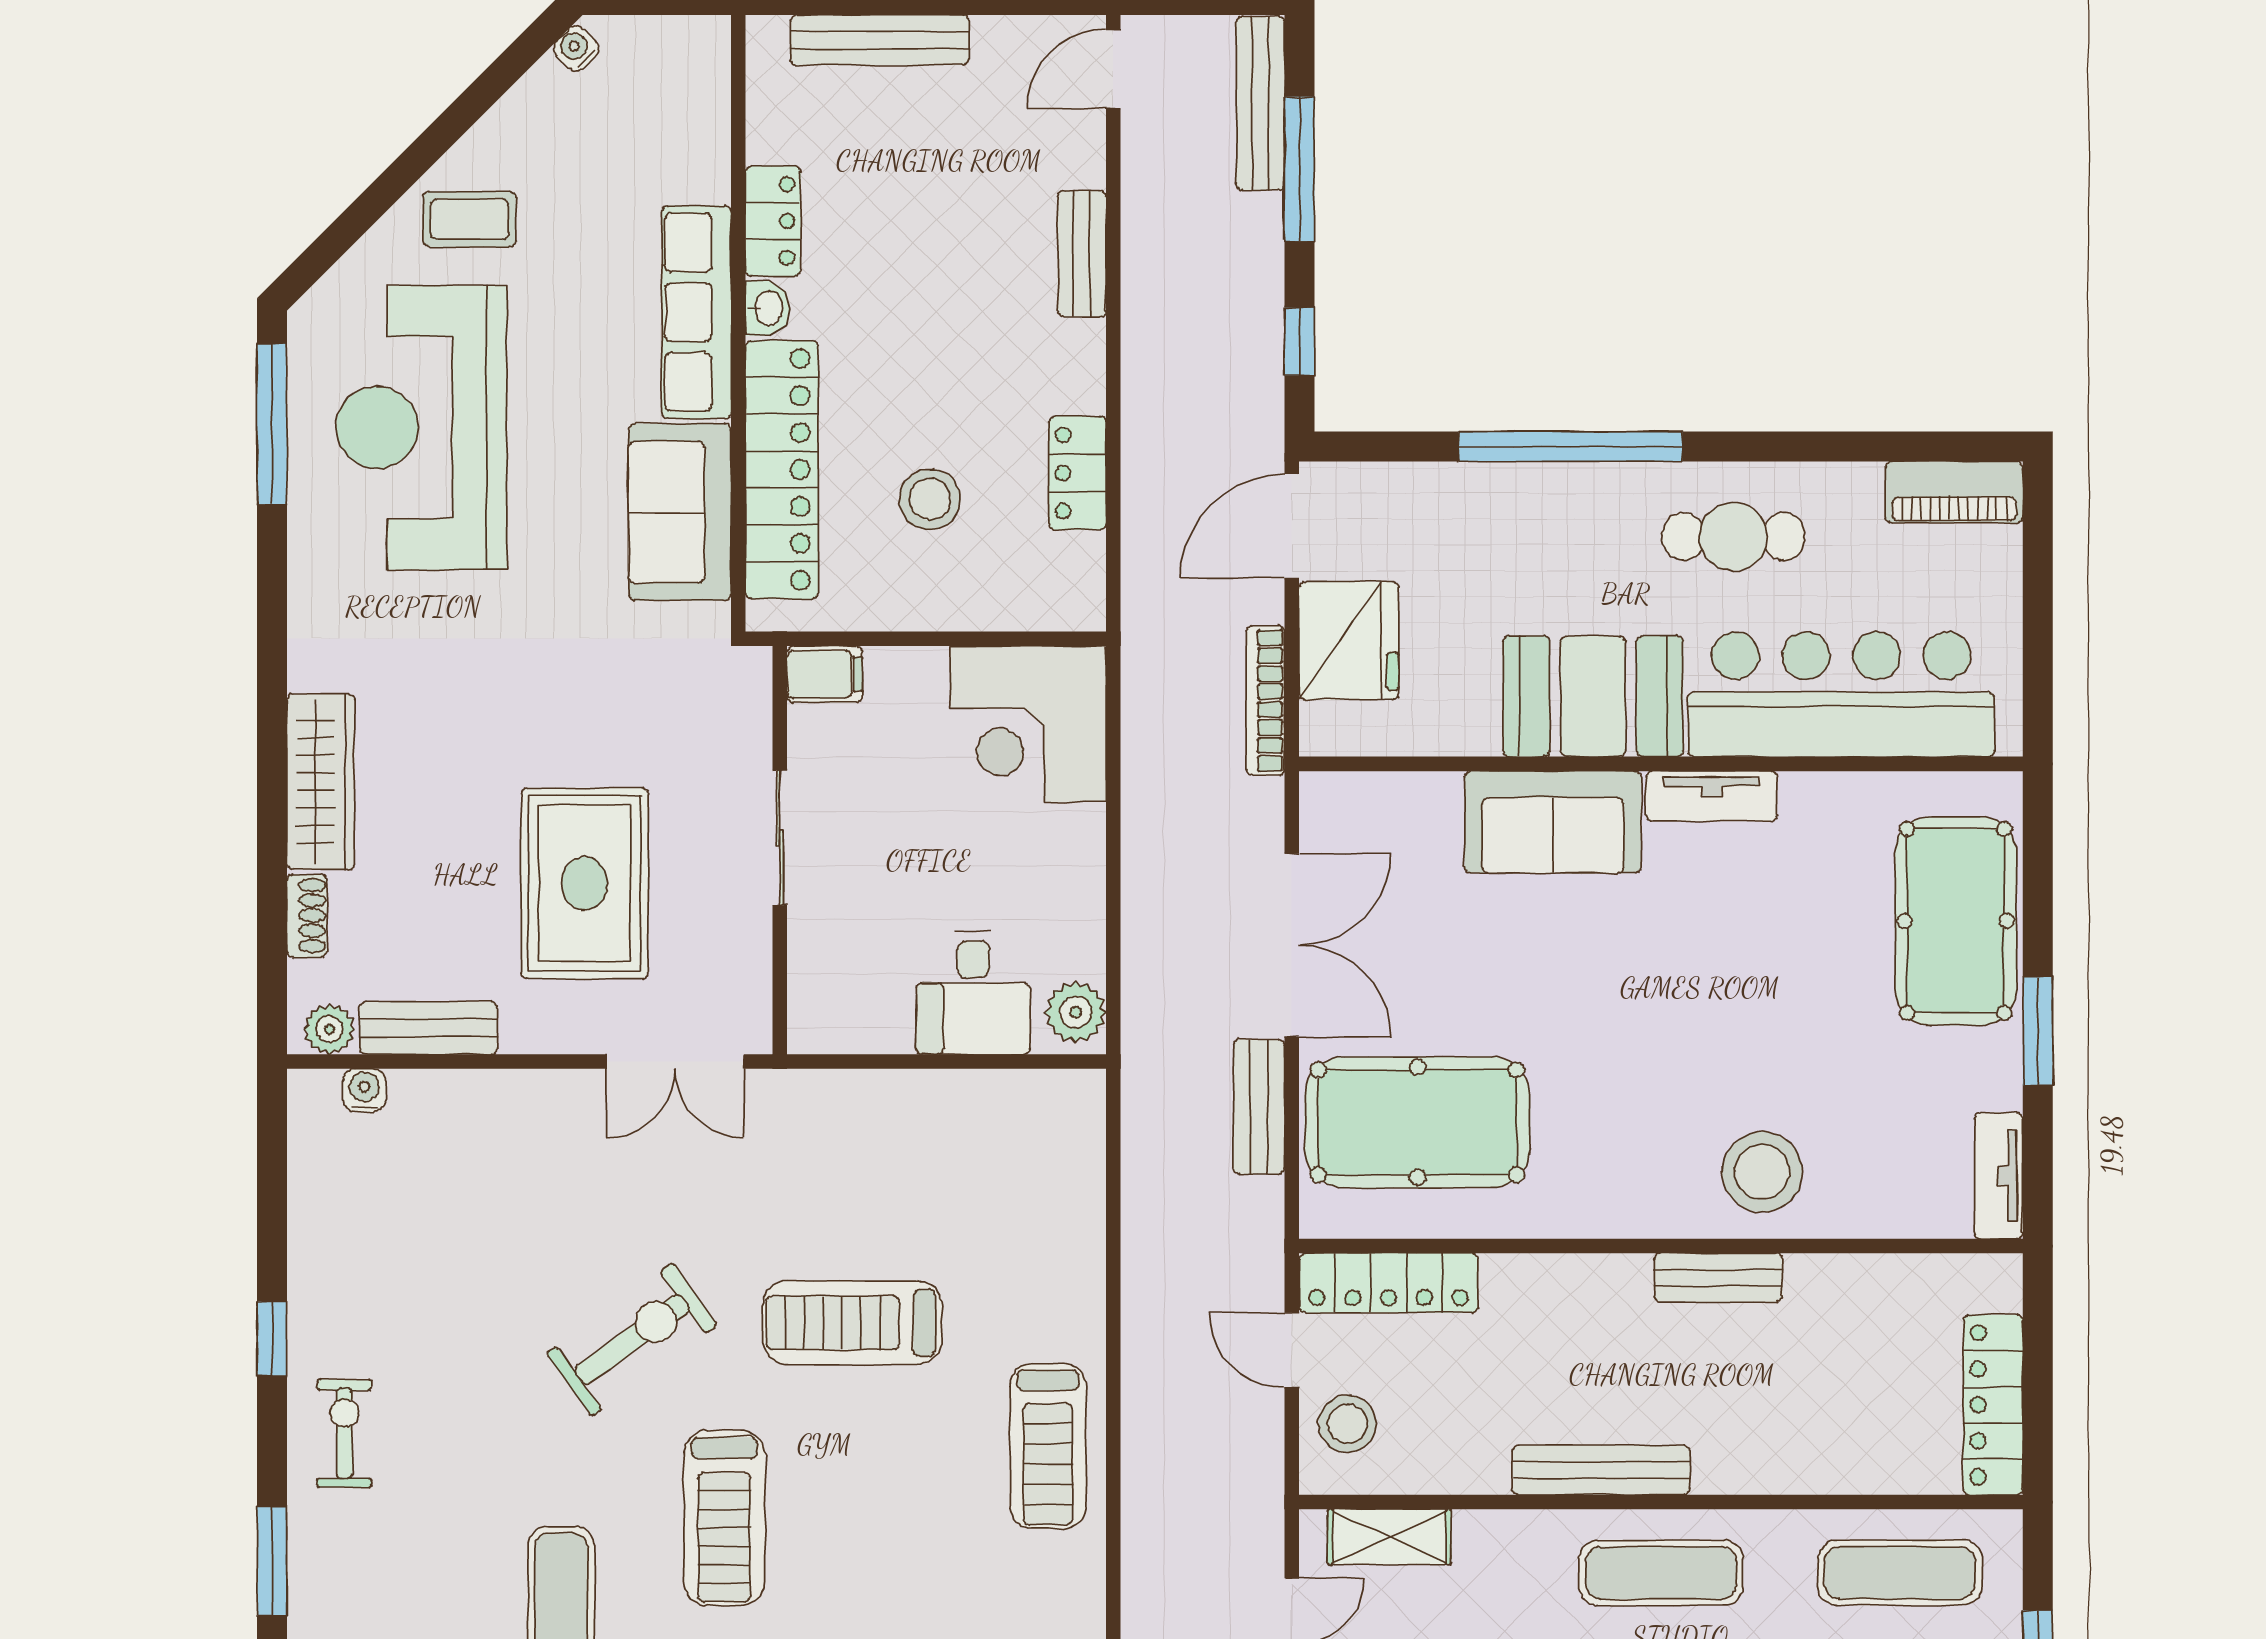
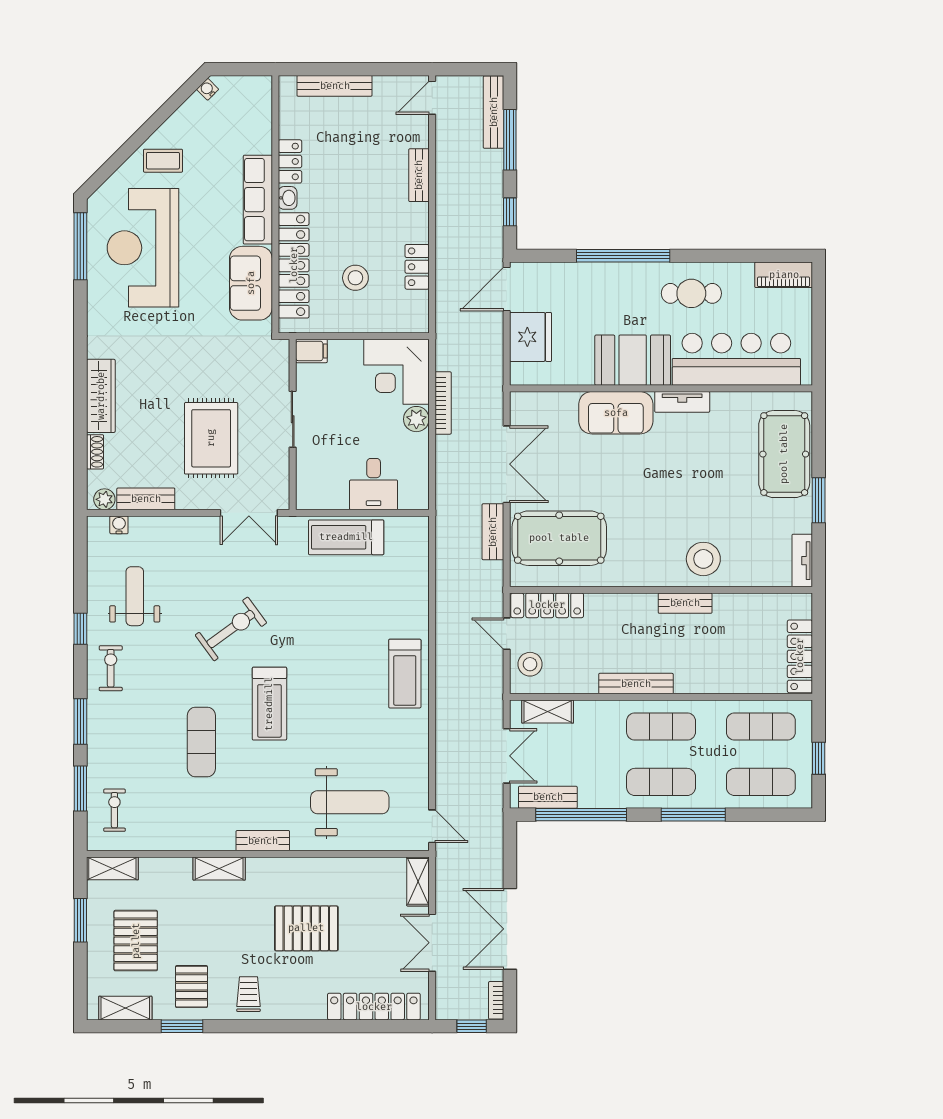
bookcase: (1265, 701) -> (443, 403), moved, turned 180
plant: (1076, 1012) -> (416, 419), moved
weight bench: (402, 1261) -> (135, 596), added
treadmill: (852, 1323) -> (346, 537), moved

